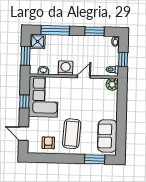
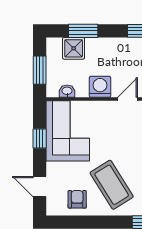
window: (55, 30) -> (83, 31), width x0.69
shower: (38, 41) -> (74, 48), moved
coffee table: (72, 134) -> (112, 185), turned -36

